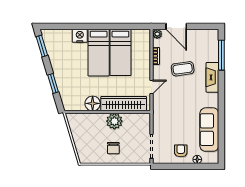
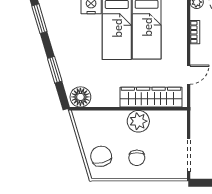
floor lamp: (93, 103) -> (80, 97), moved
chair: (87, 147) -> (101, 156), added

